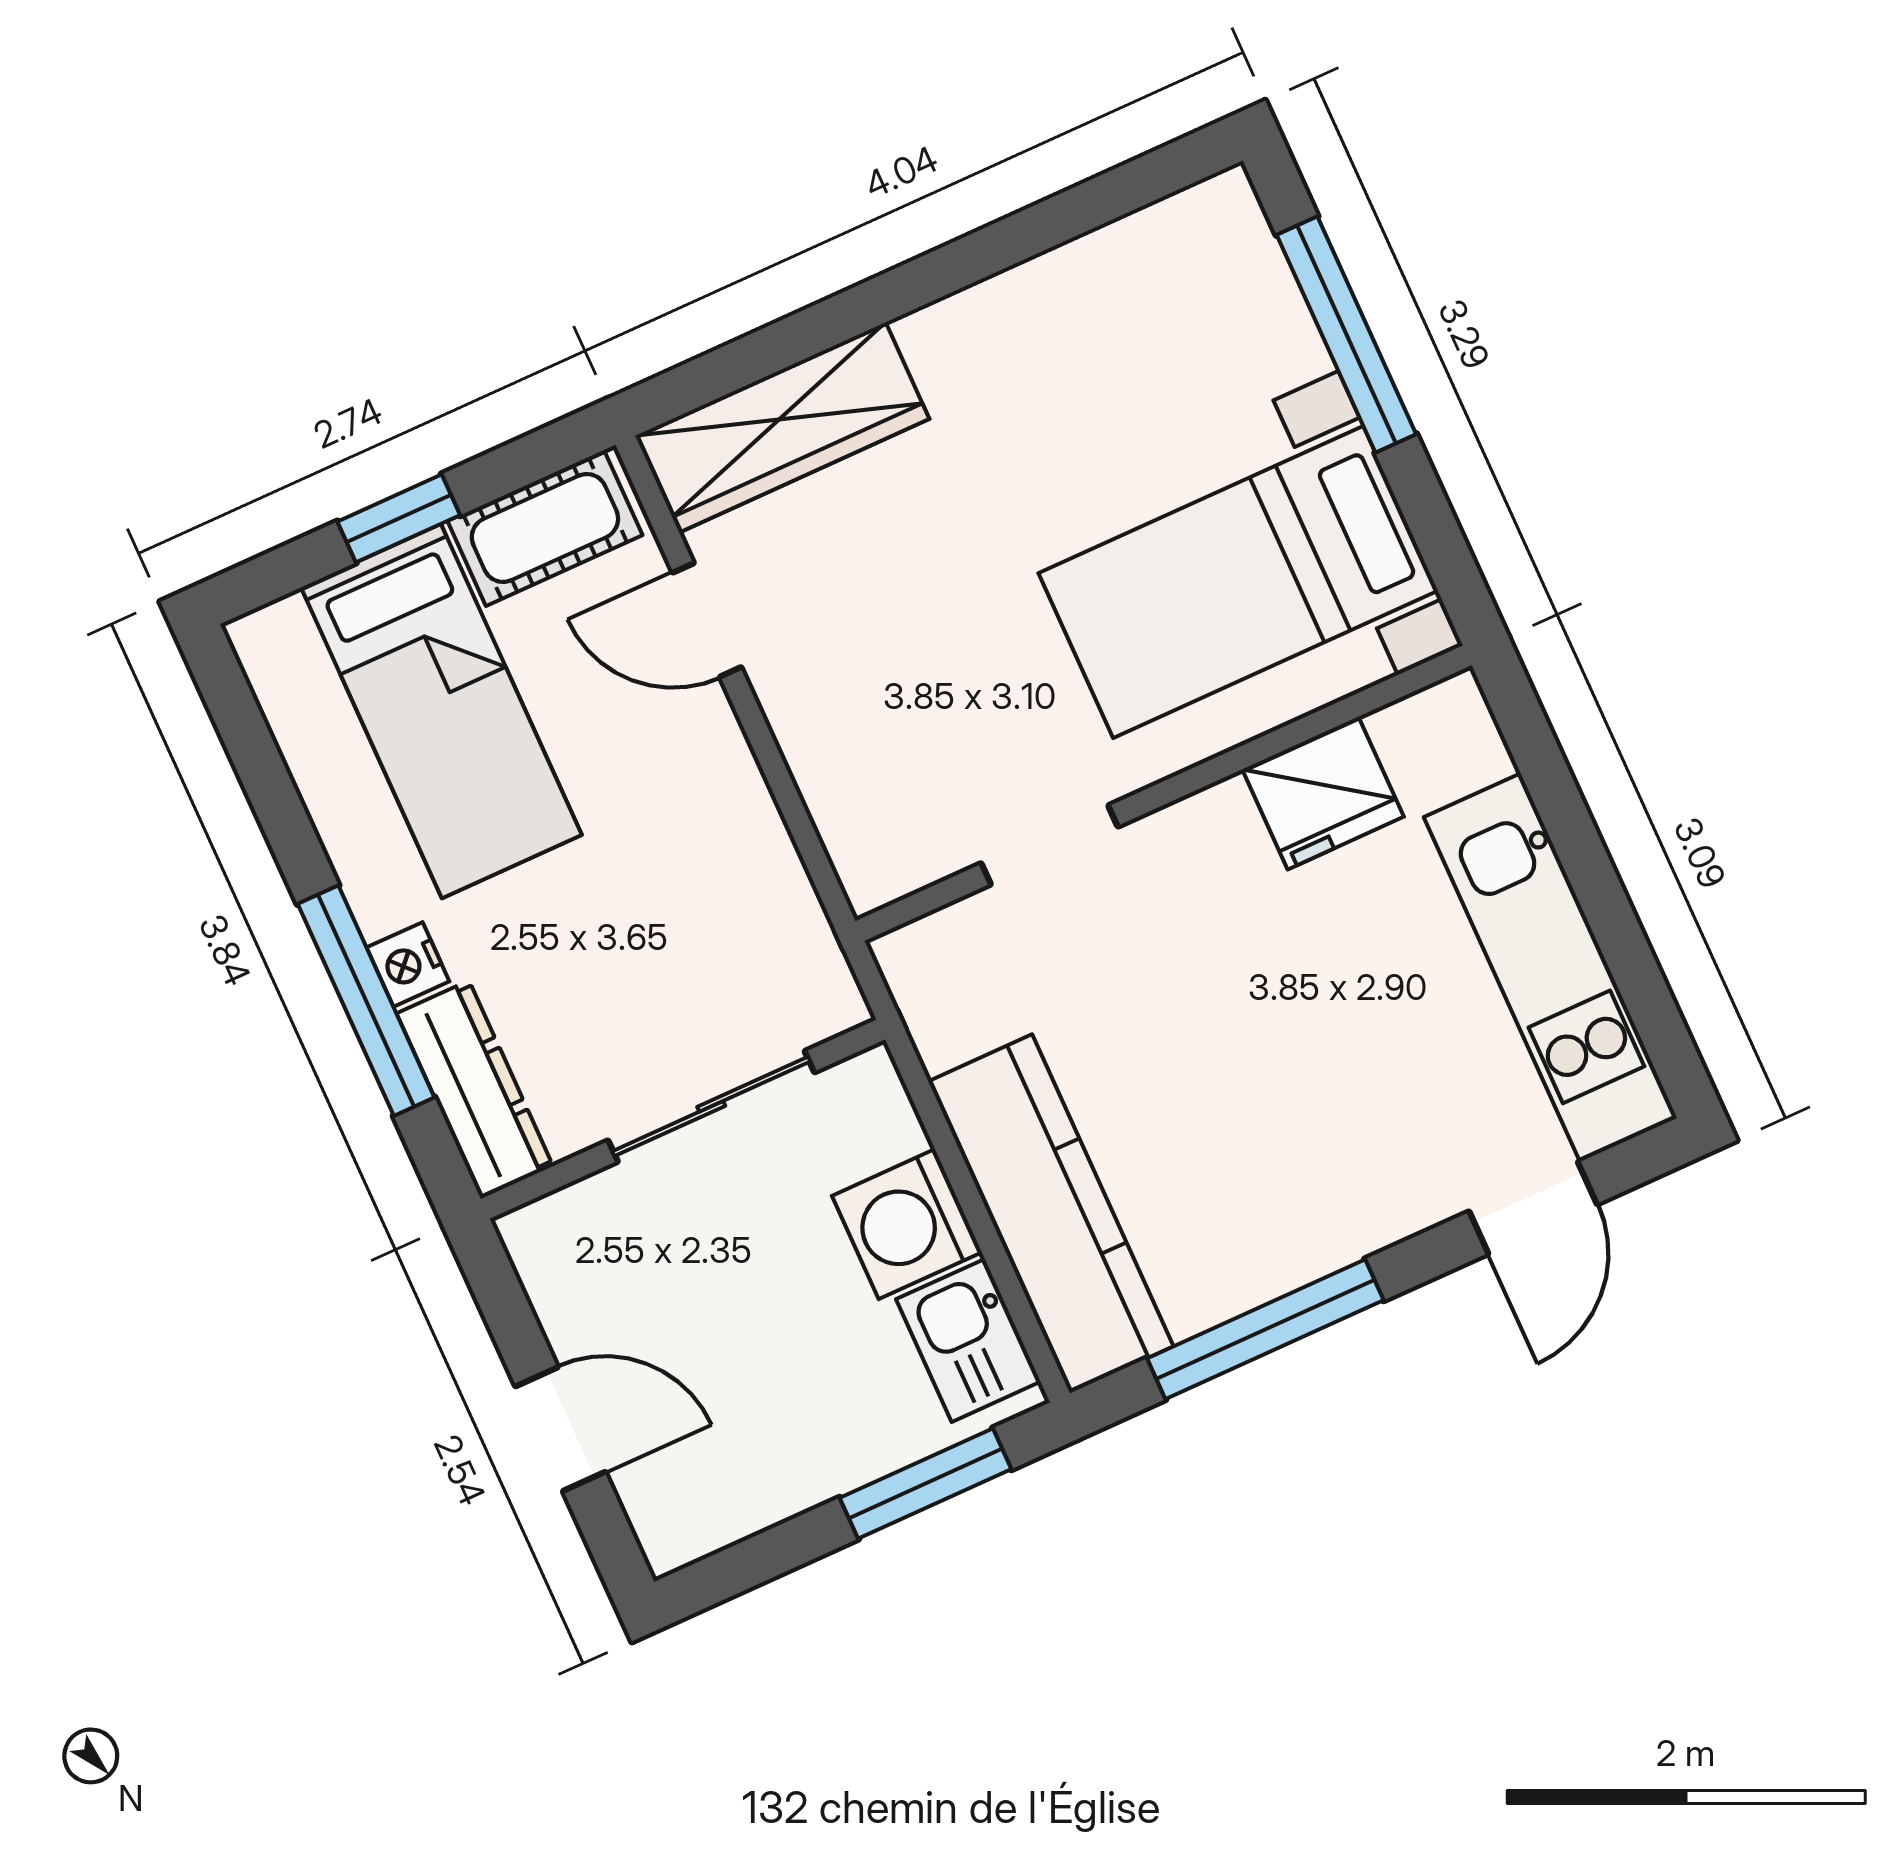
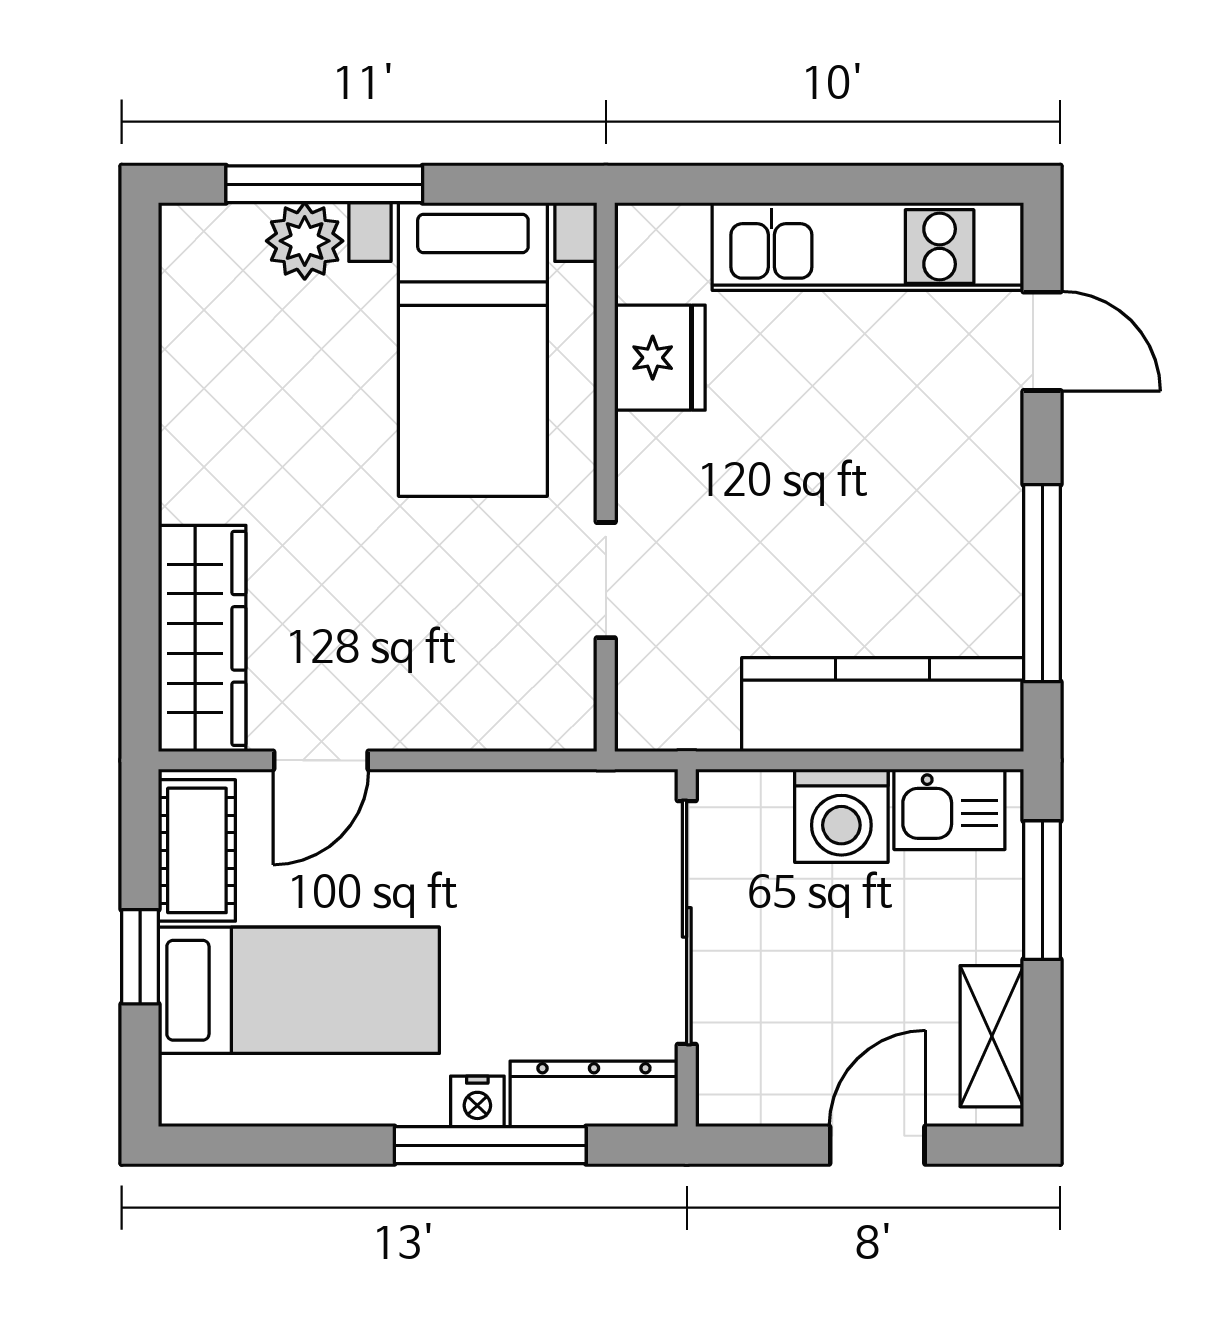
plant: (1274, 341) -> (305, 241), added
sliding door: (711, 1106) -> (687, 922), width x1.37
shelving: (739, 1501) -> (992, 1036), added

